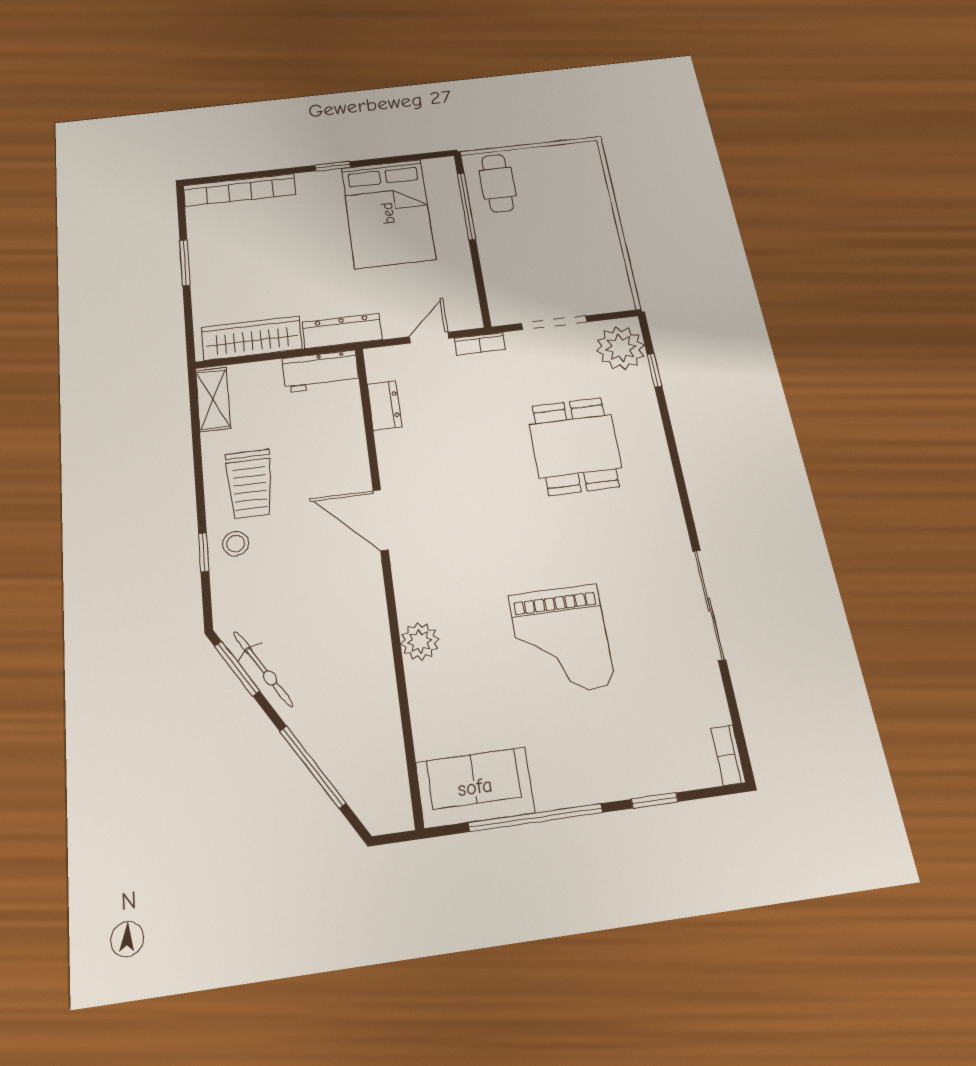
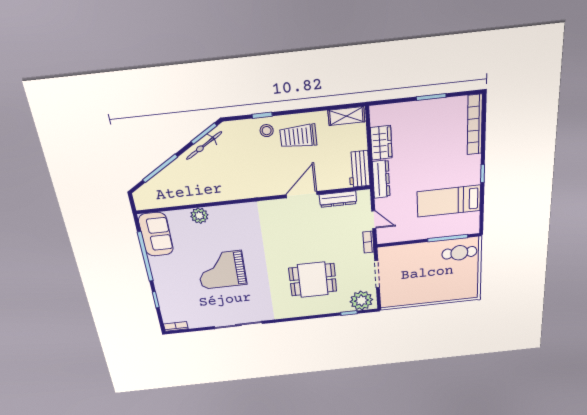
bed: (388, 213) -> (449, 201), width x0.67
wardrobe: (252, 338) -> (381, 143), width x0.67
dresser: (385, 405) -> (338, 199), width x1.44
door: (381, 520) -> (302, 195), moved
plant: (420, 641) -> (199, 216), moved

